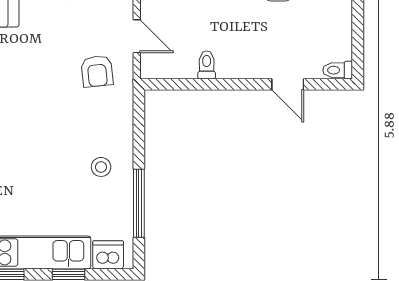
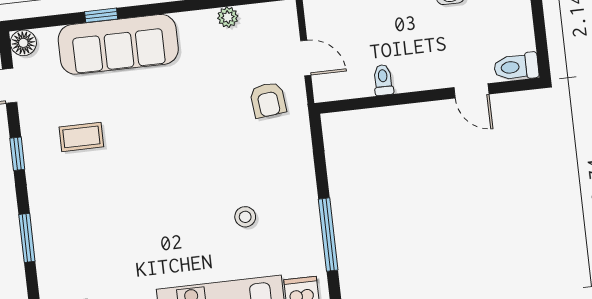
toilet: (338, 70) -> (516, 67), width x1.37, depth x1.39
stool: (101, 167) -> (245, 217), moved

